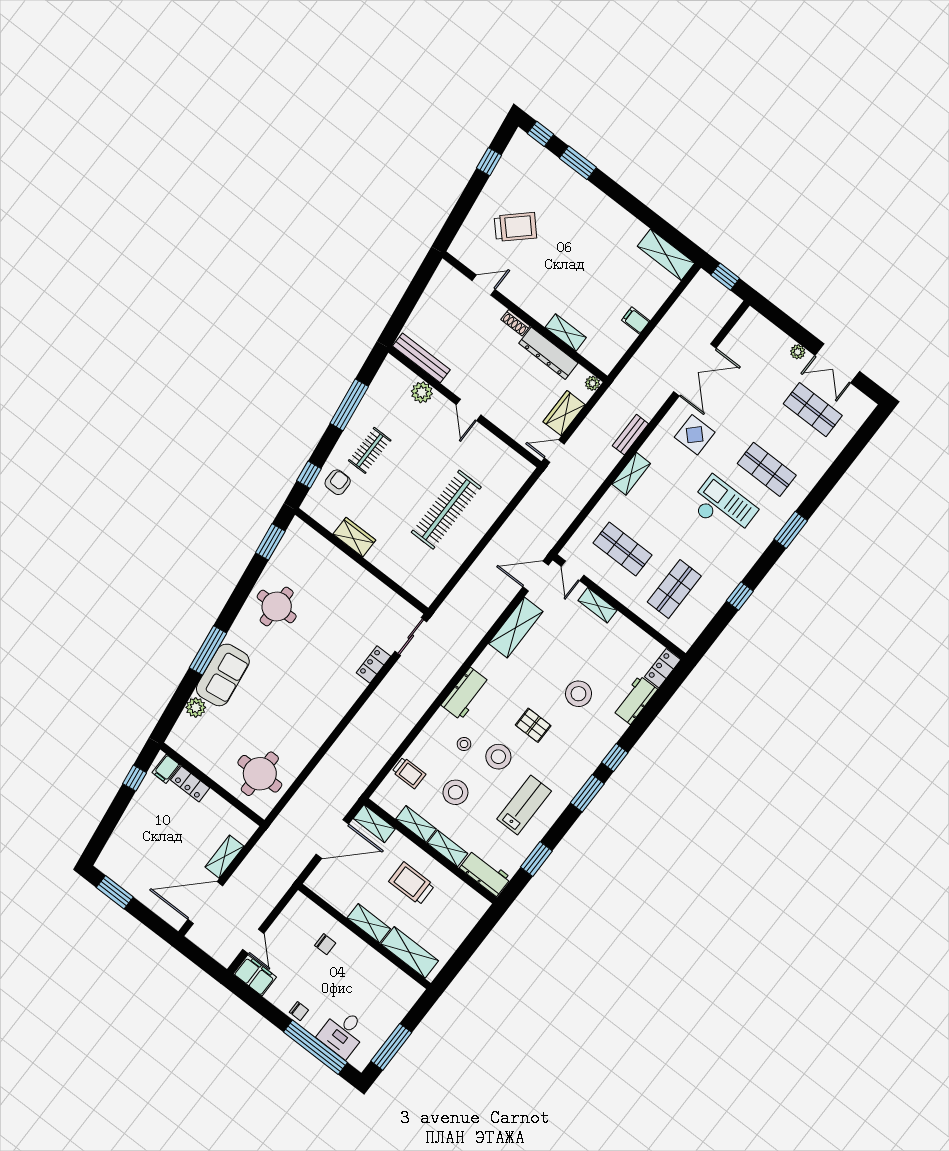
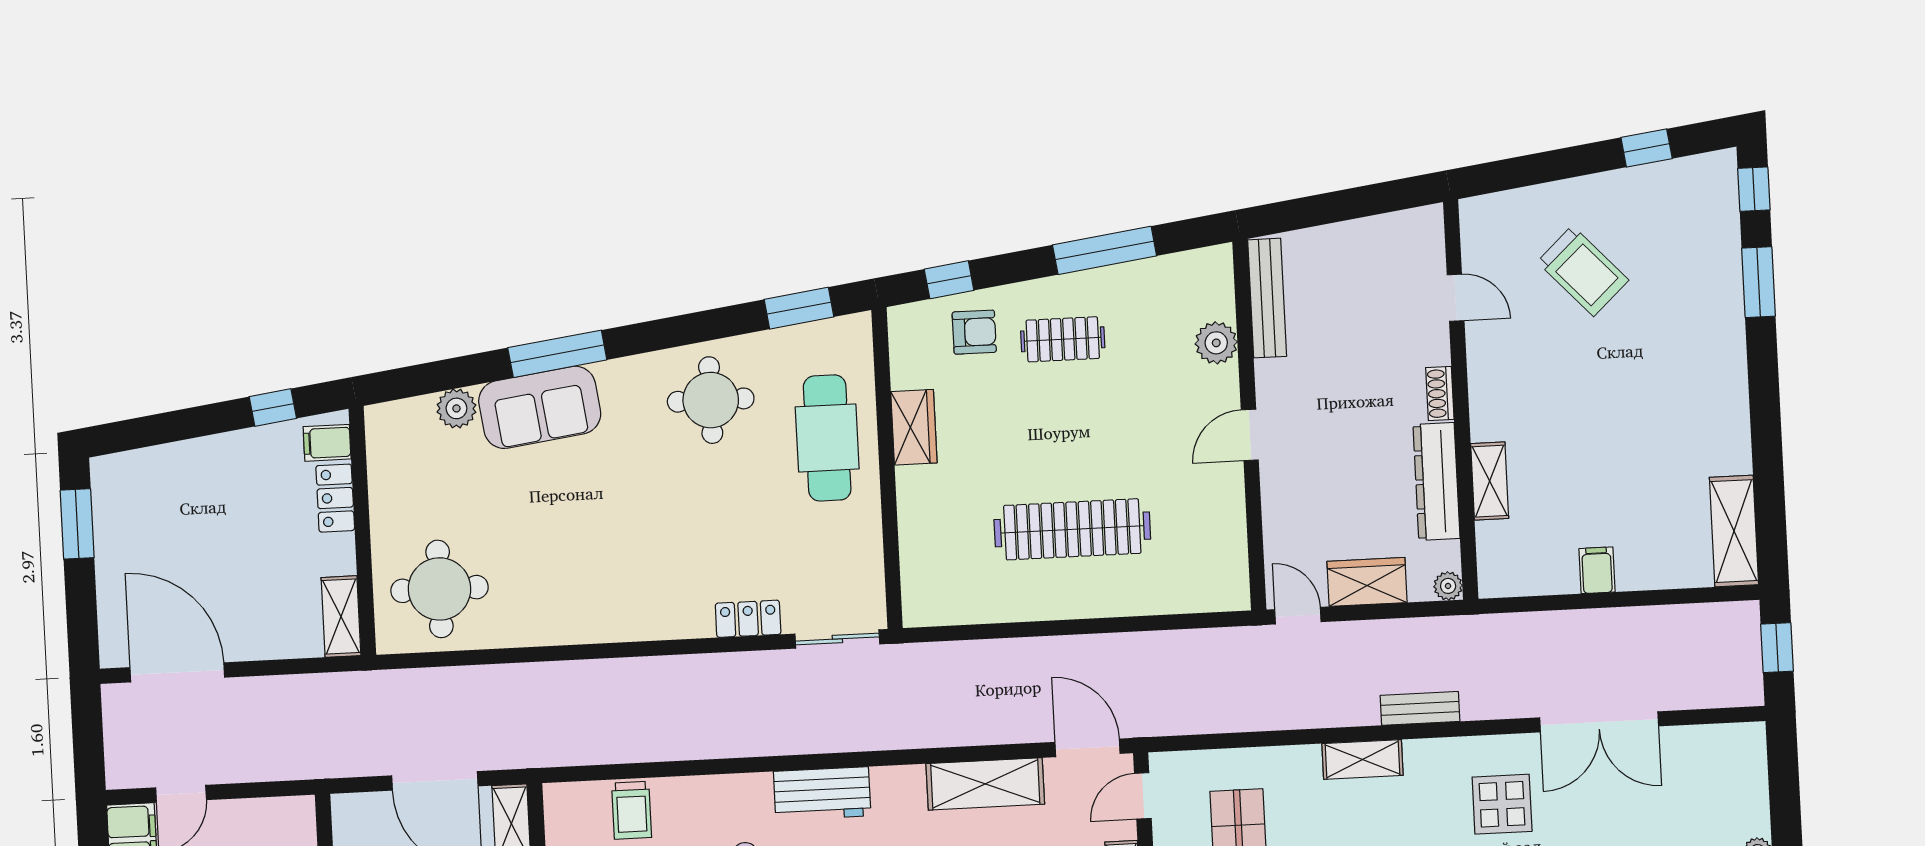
cafe table: (330, 574) -> (827, 438), added
shelving: (224, 857) -> (341, 617), moved, turned 90

